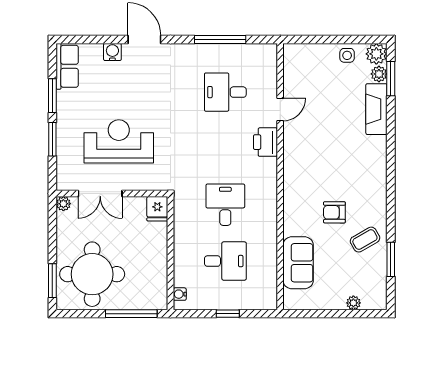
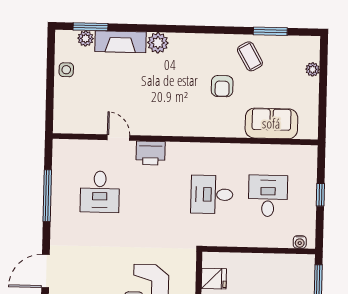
plant: (376, 54) -> (158, 43), moved
fridge: (157, 209) -> (214, 279), moved

